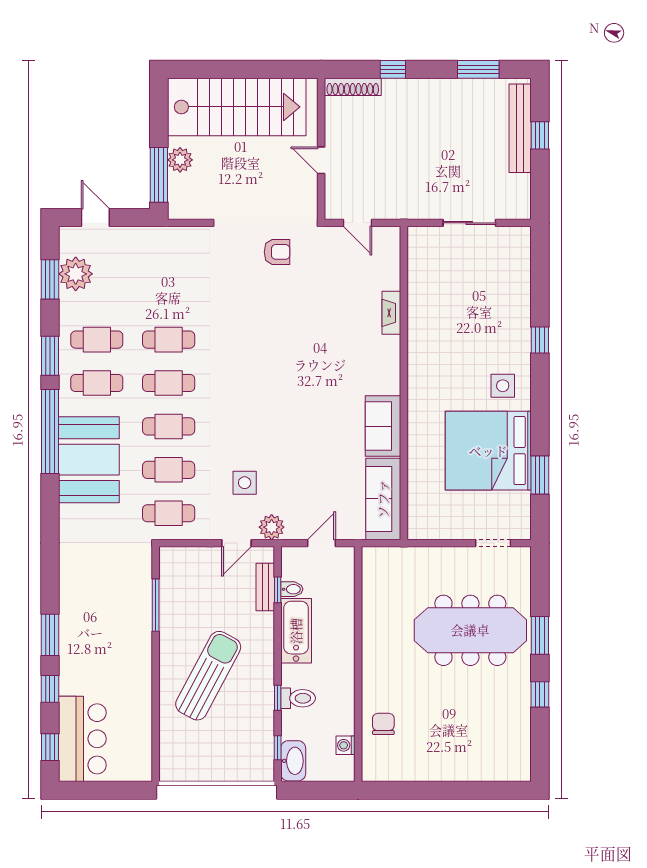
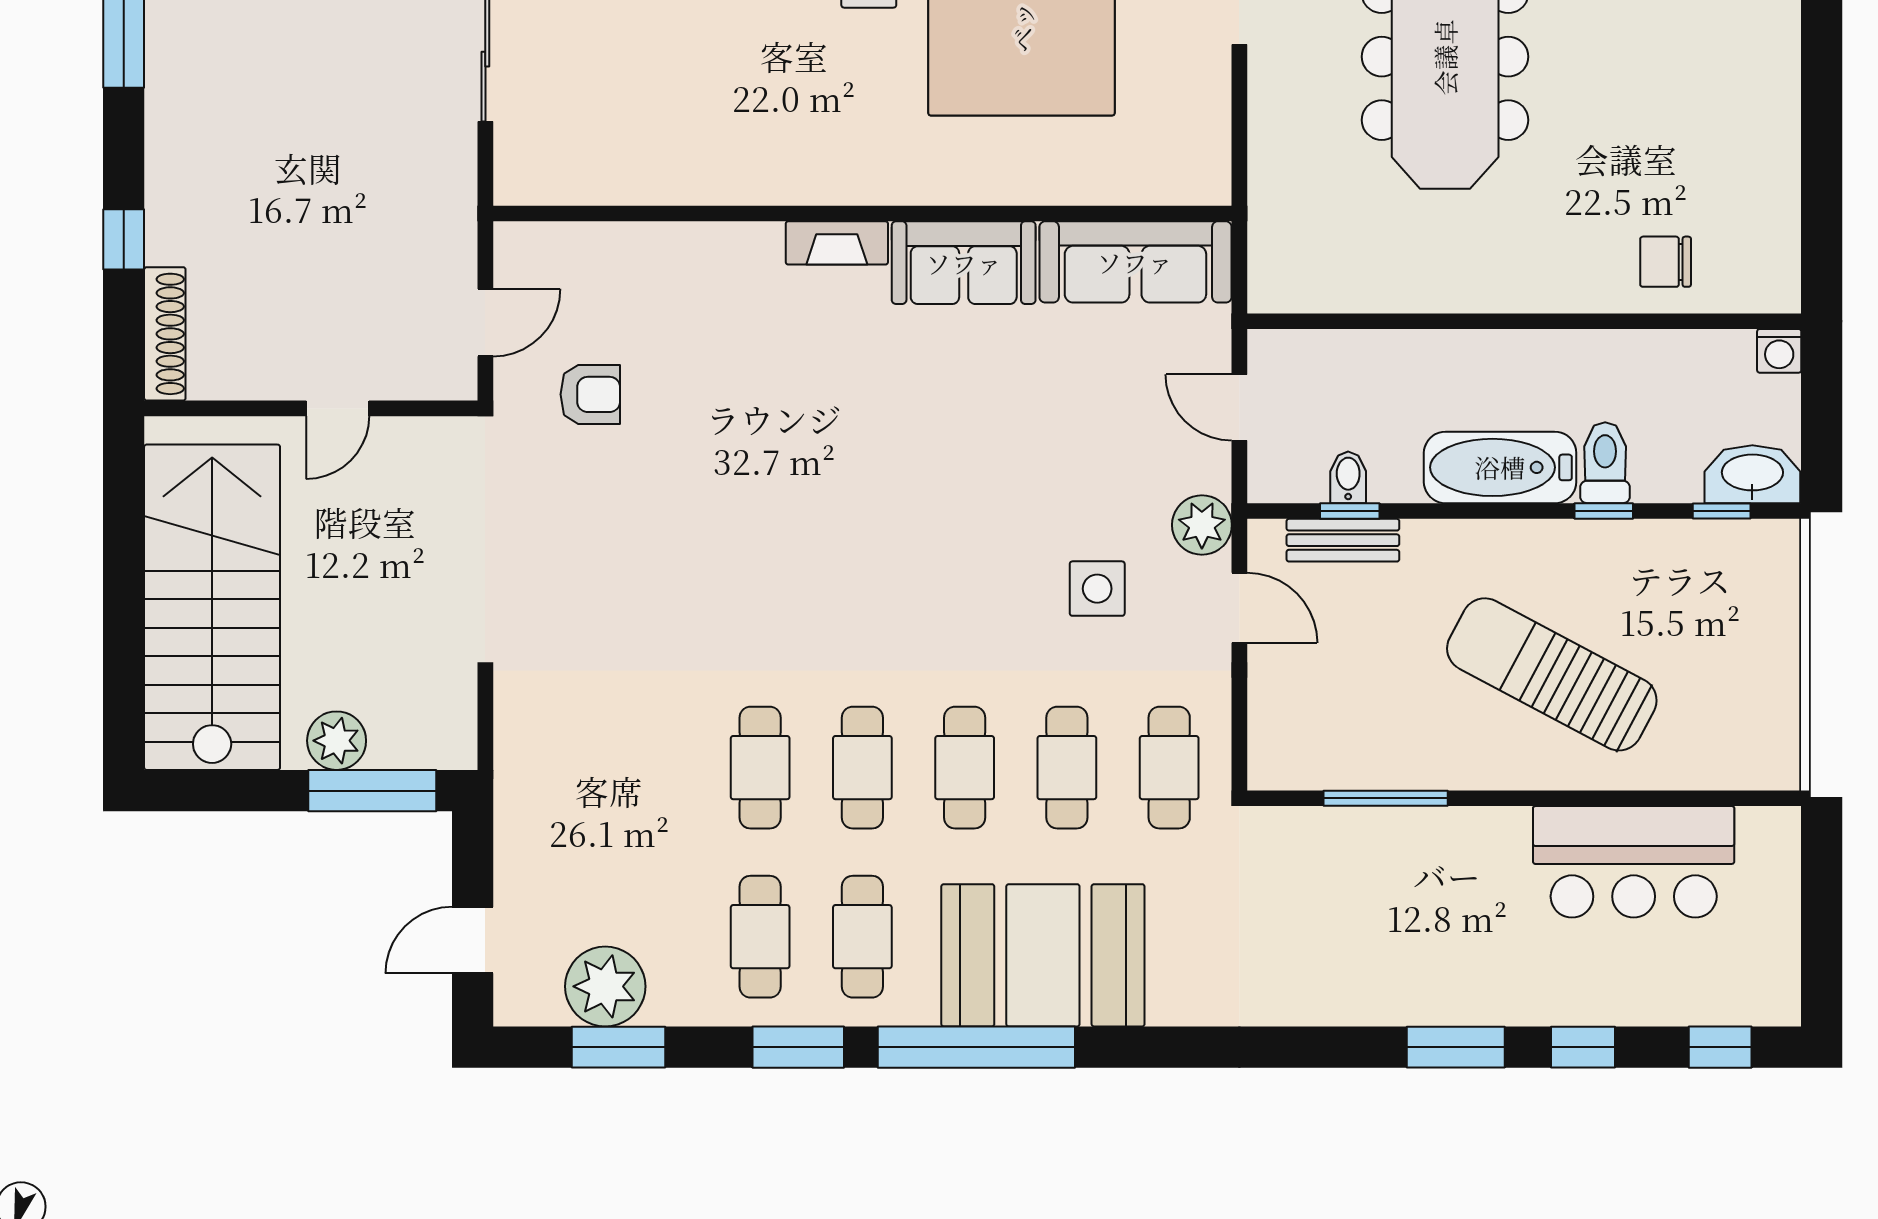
armchair: (277, 252) -> (590, 394), moved, turned 90
fireplace: (391, 313) -> (837, 243), moved
bathtub: (296, 631) -> (1500, 467), moved
bar counter: (82, 739) -> (1634, 862), moved, turned 180
washing machine: (346, 745) -> (1779, 351), moved

